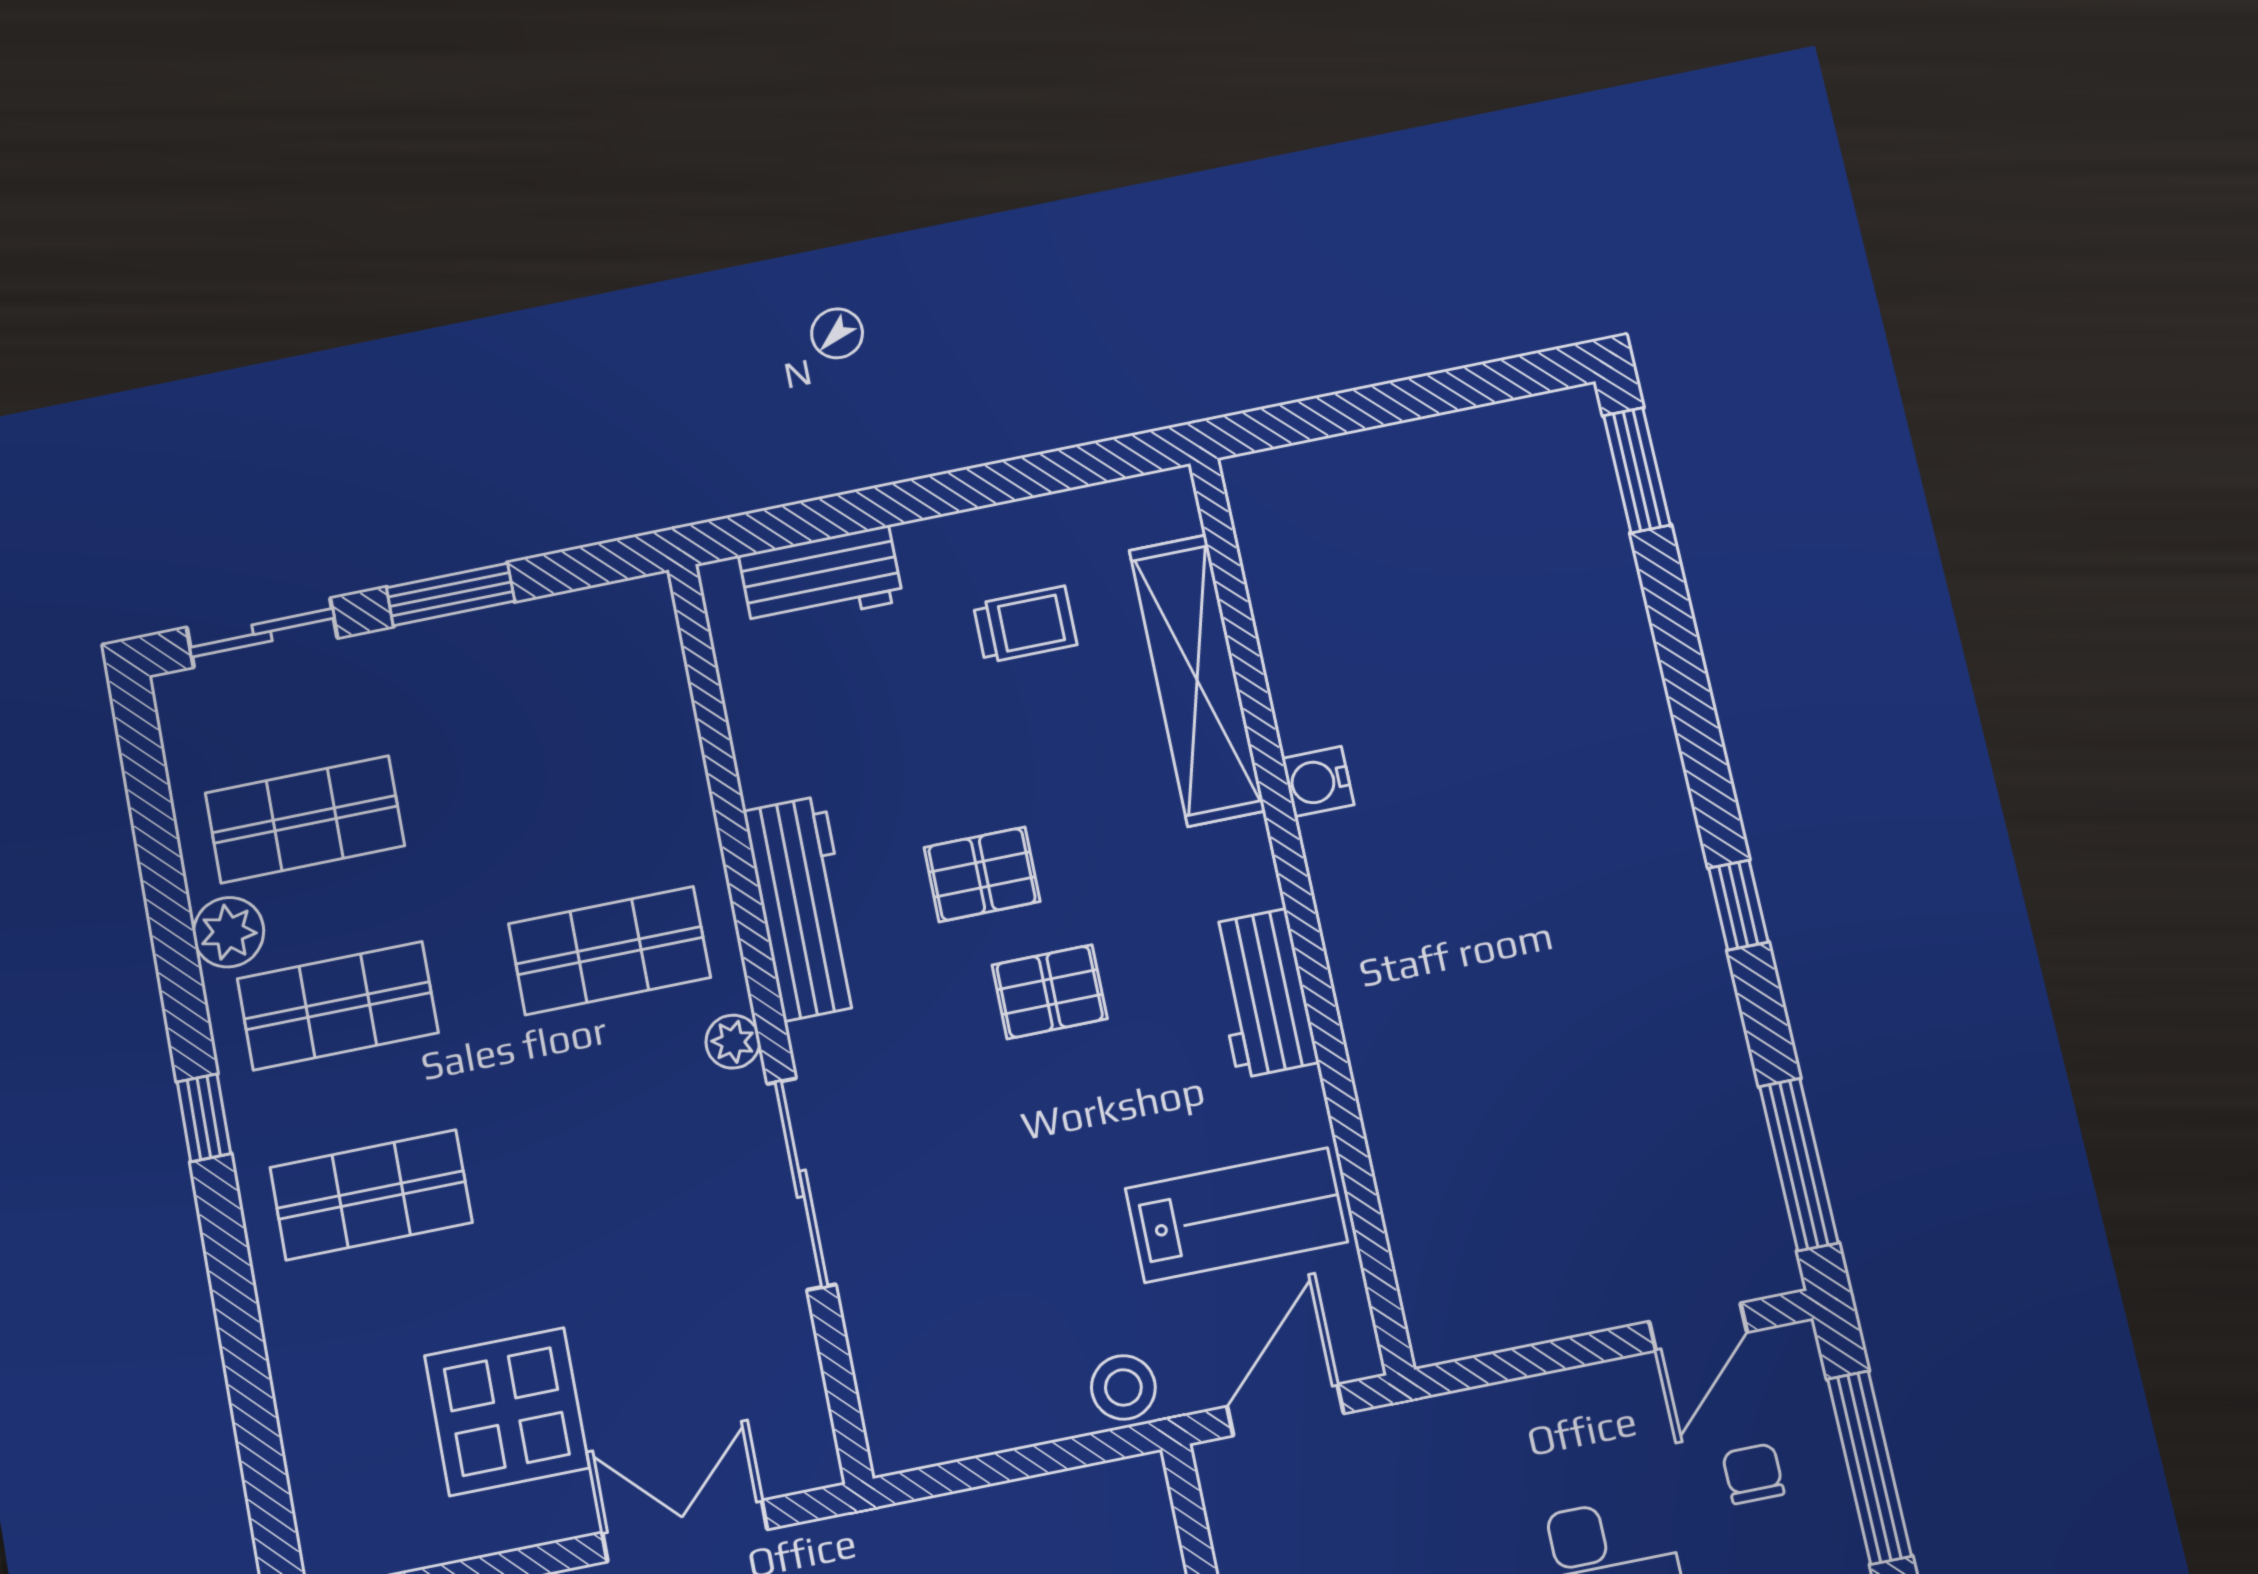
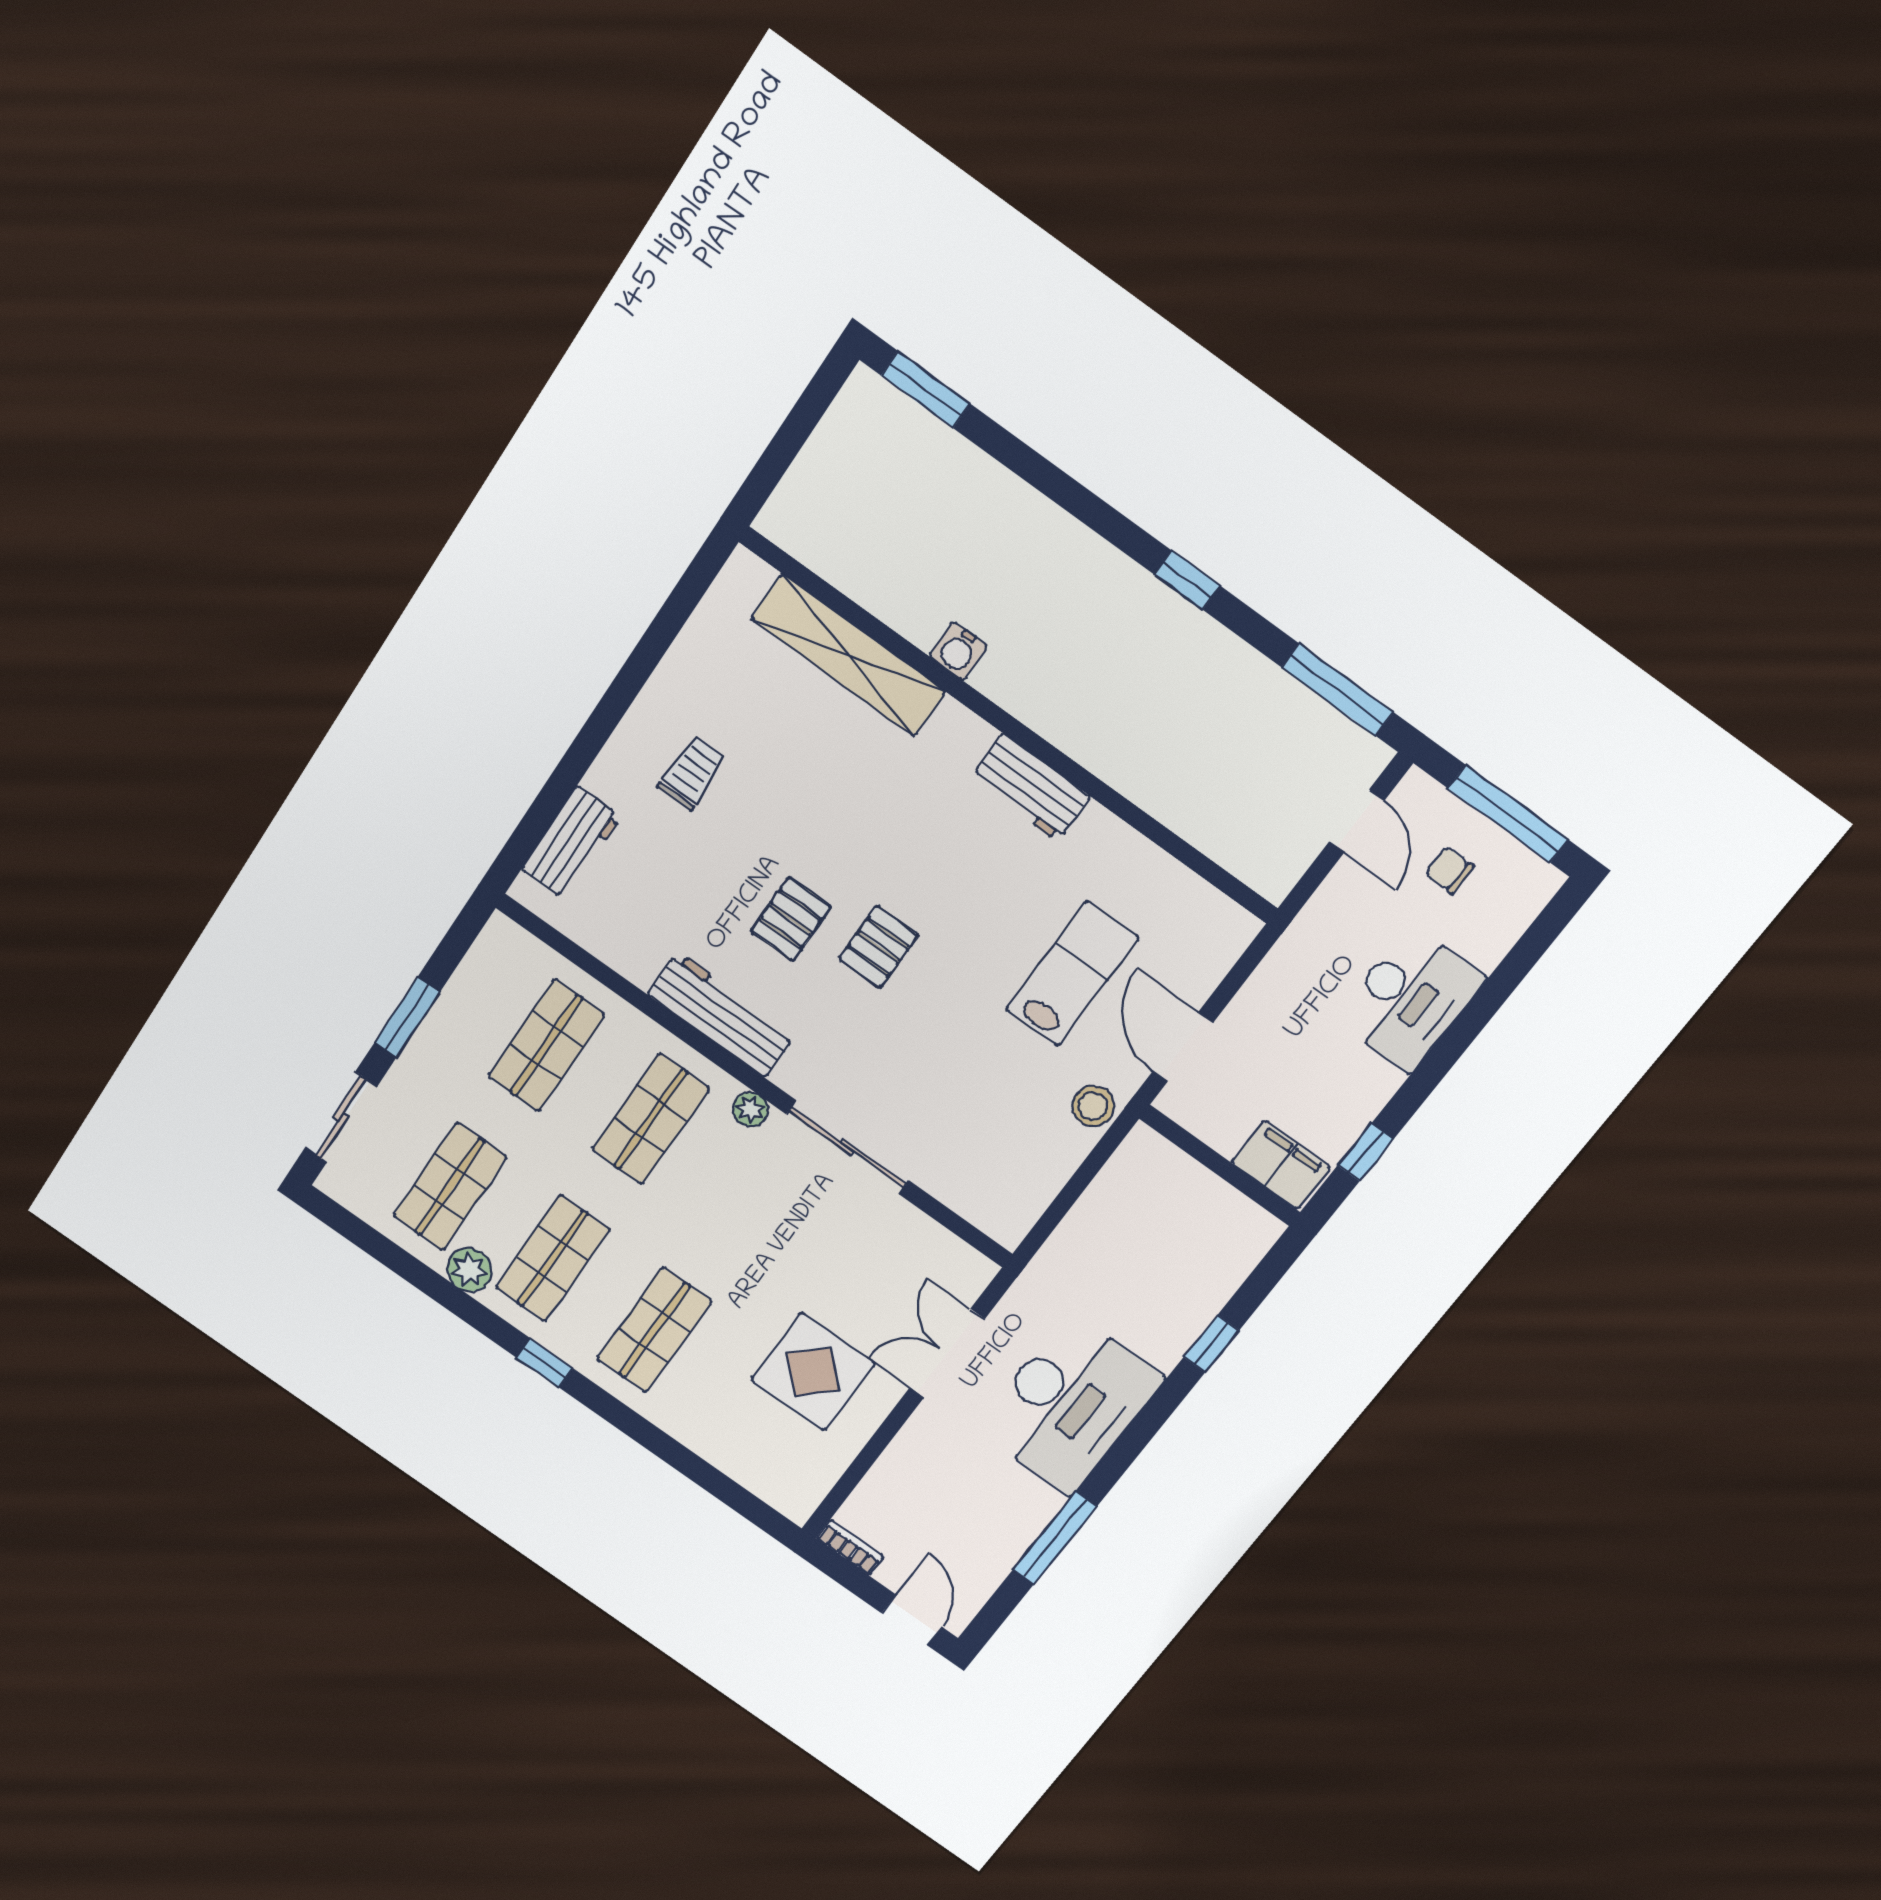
shelving: (1197, 680) -> (848, 655), moved
shop shelf: (575, 765) -> (546, 1045), added
water cooler: (1318, 781) -> (958, 651), moved
wall: (1300, 908) -> (1010, 726), moved
workbench: (1262, 993) -> (1030, 788), moved

